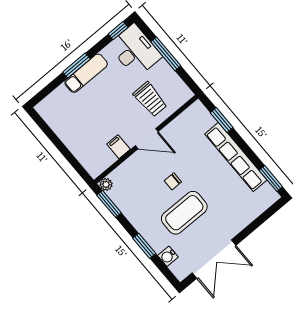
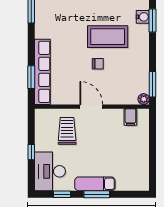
window: (118, 31) -> (62, 194), moved
window: (166, 54) -> (31, 152), width x0.46
filing cabinet: (119, 147) -> (130, 117), moved
row of seats: (236, 157) -> (42, 72), moved
window: (144, 246) -> (153, 21), moved

